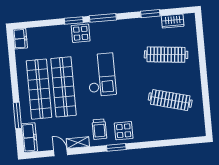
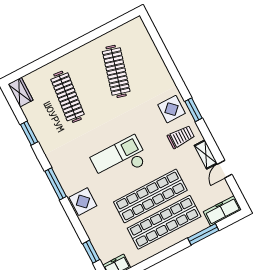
window: (74, 21) -> (91, 252), moved
wardrobe: (173, 21) -> (20, 92), moved

